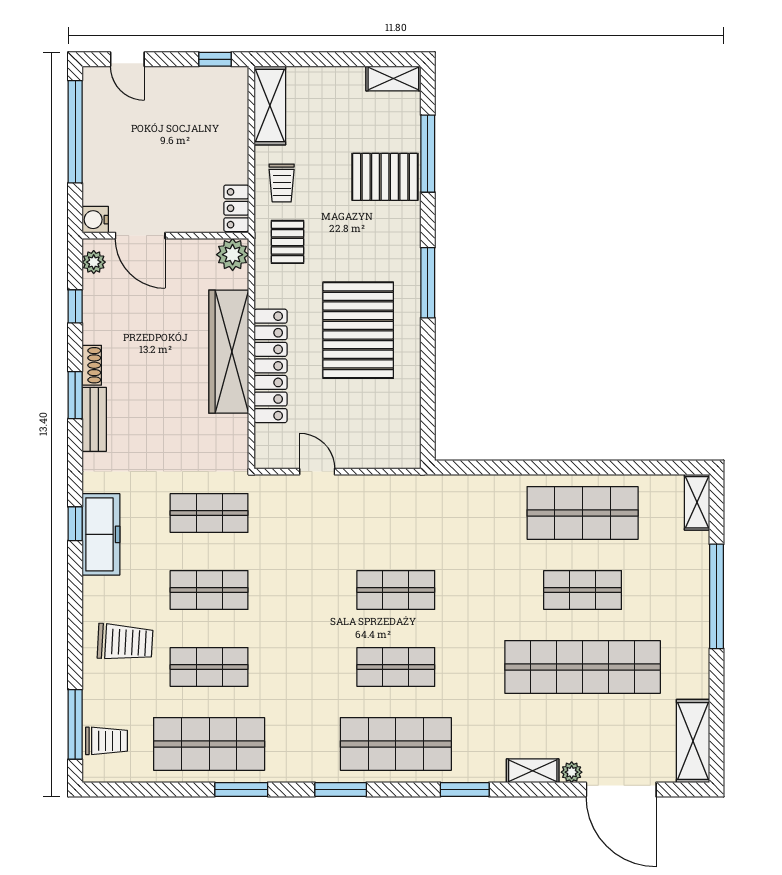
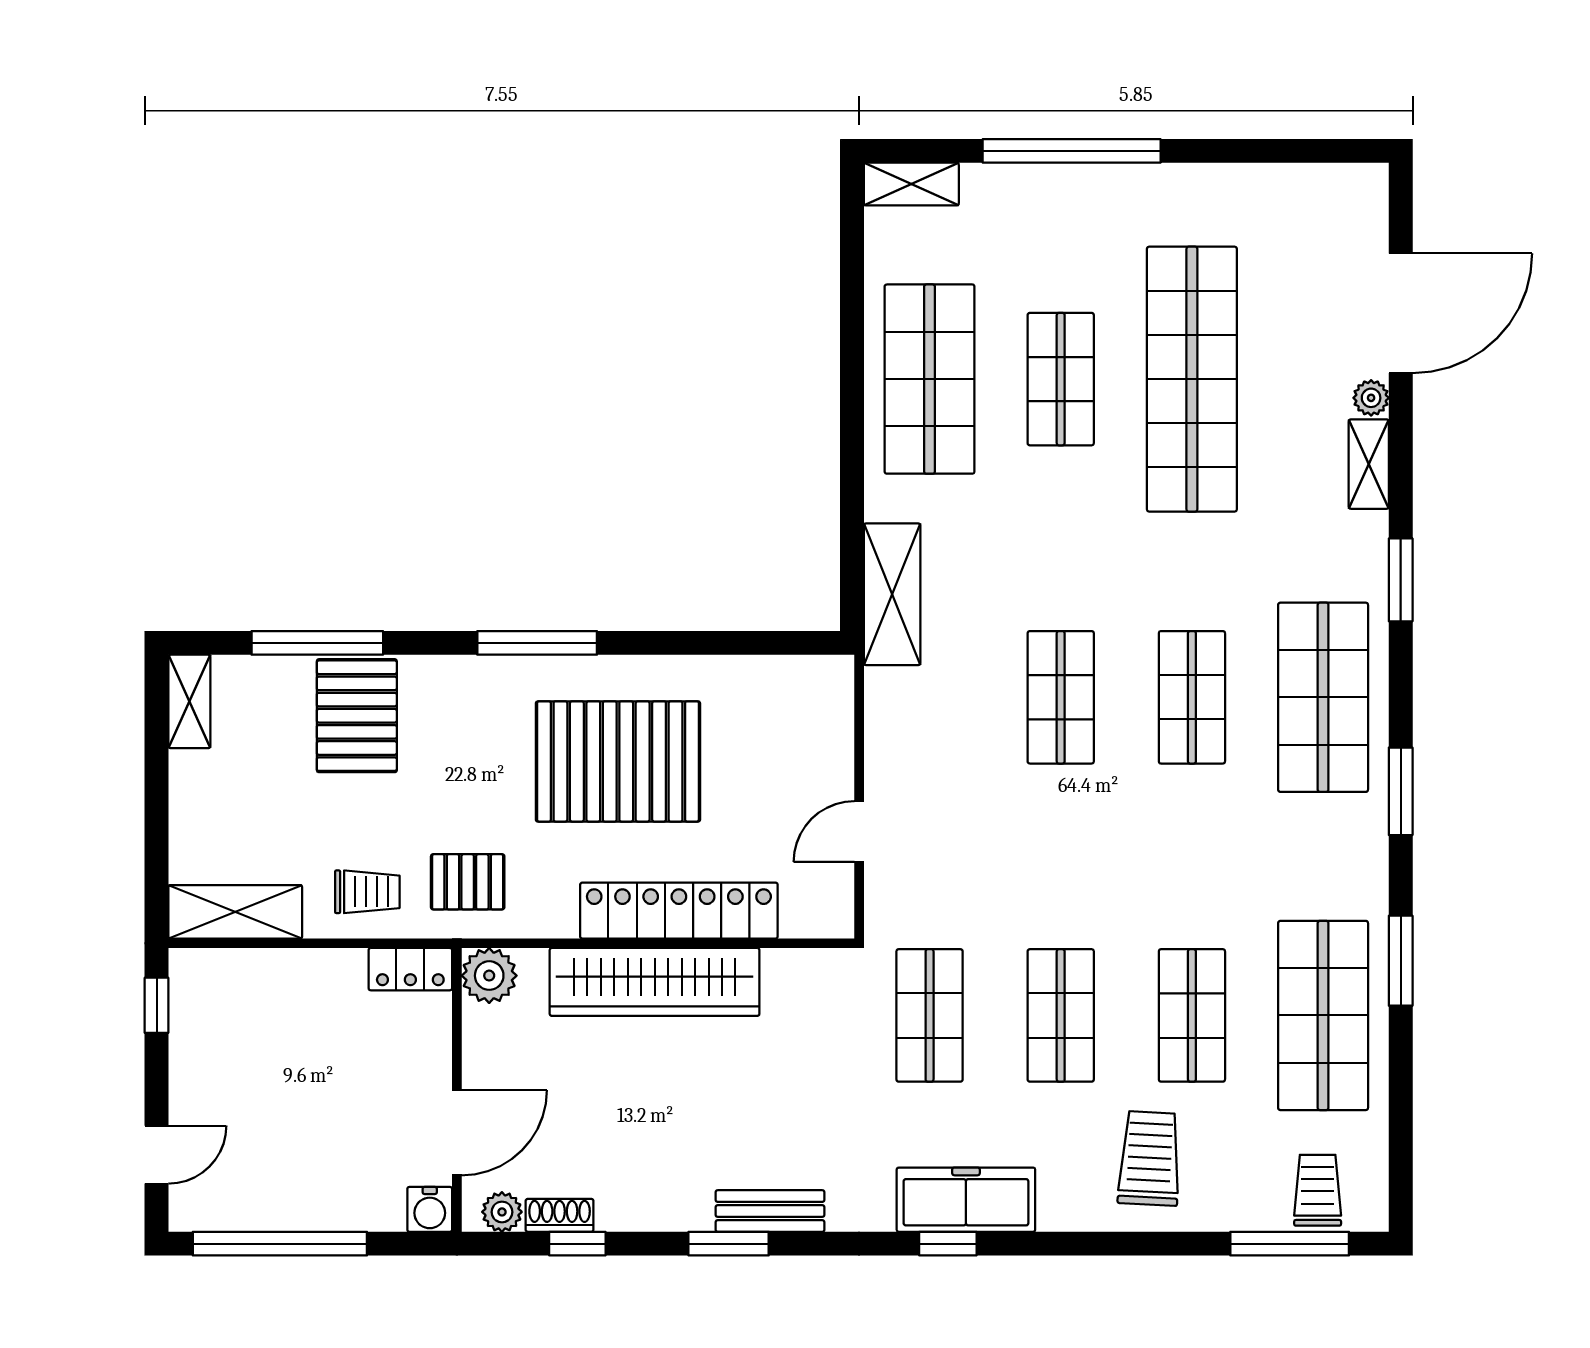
shoe rack: (92, 365) -> (560, 1215), moved
shelving: (693, 741) -> (892, 594), moved, turned 90

